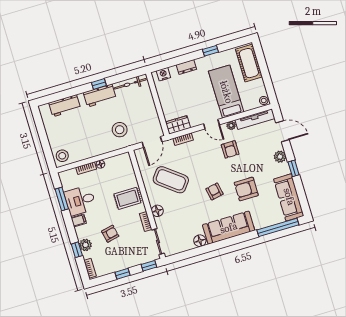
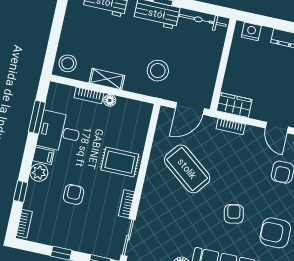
shelving: (92, 152) -> (107, 79), added
floor lamp: (157, 211) -> (149, 198), removed
armchair: (110, 234) -> (74, 194), turned -78
plant: (85, 245) -> (39, 173), moved

